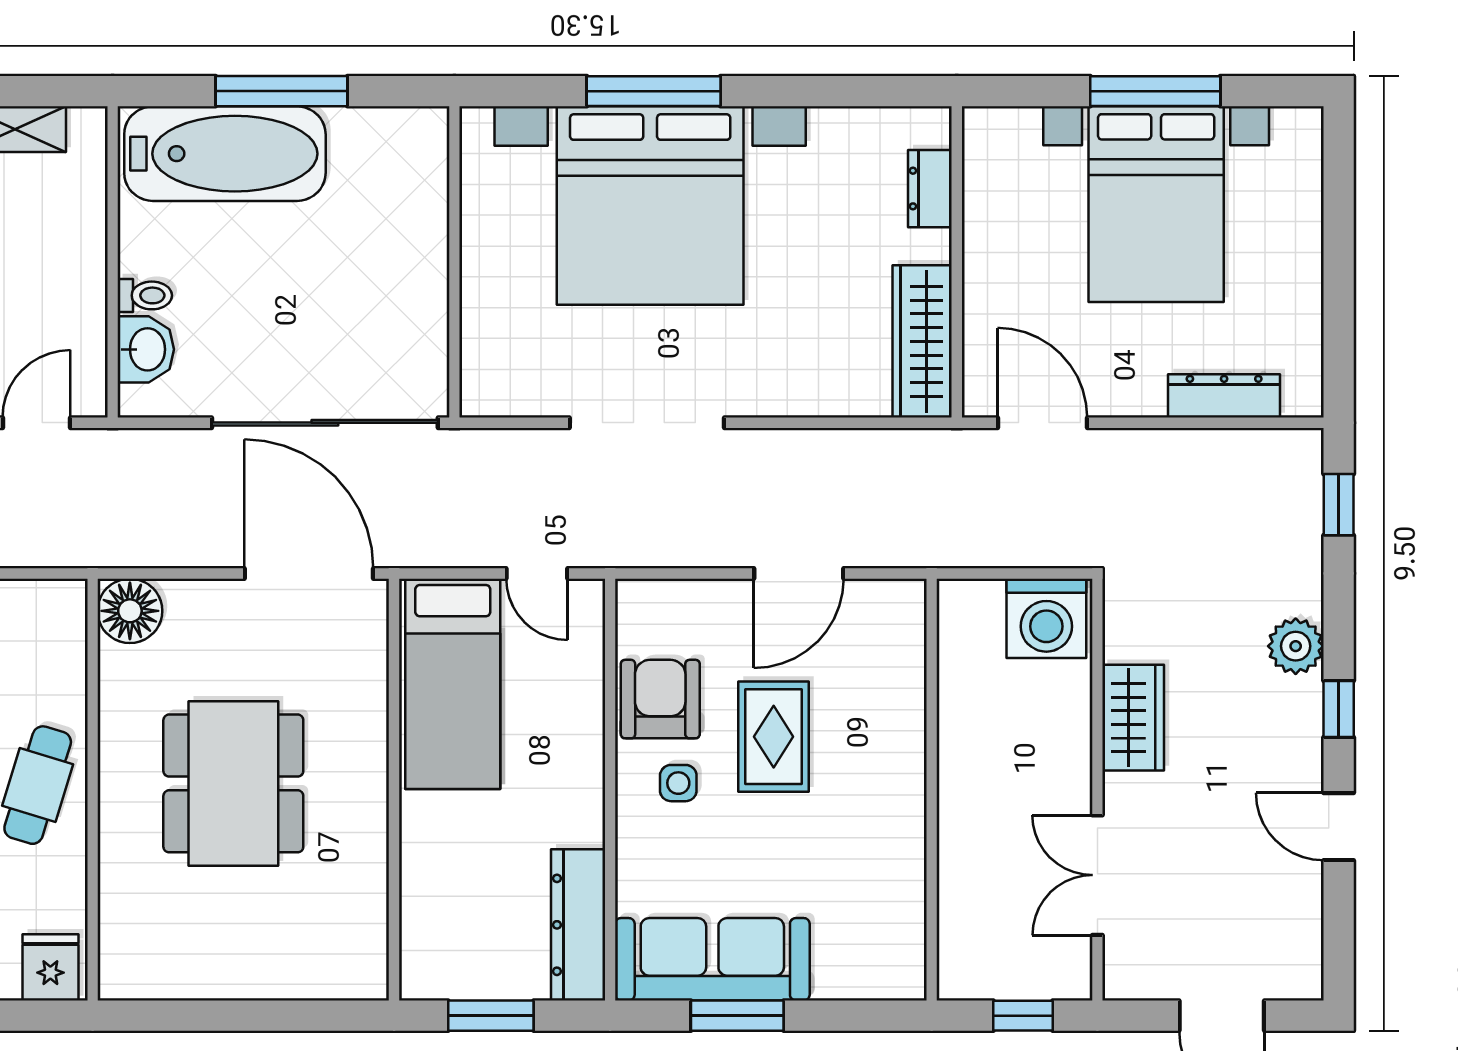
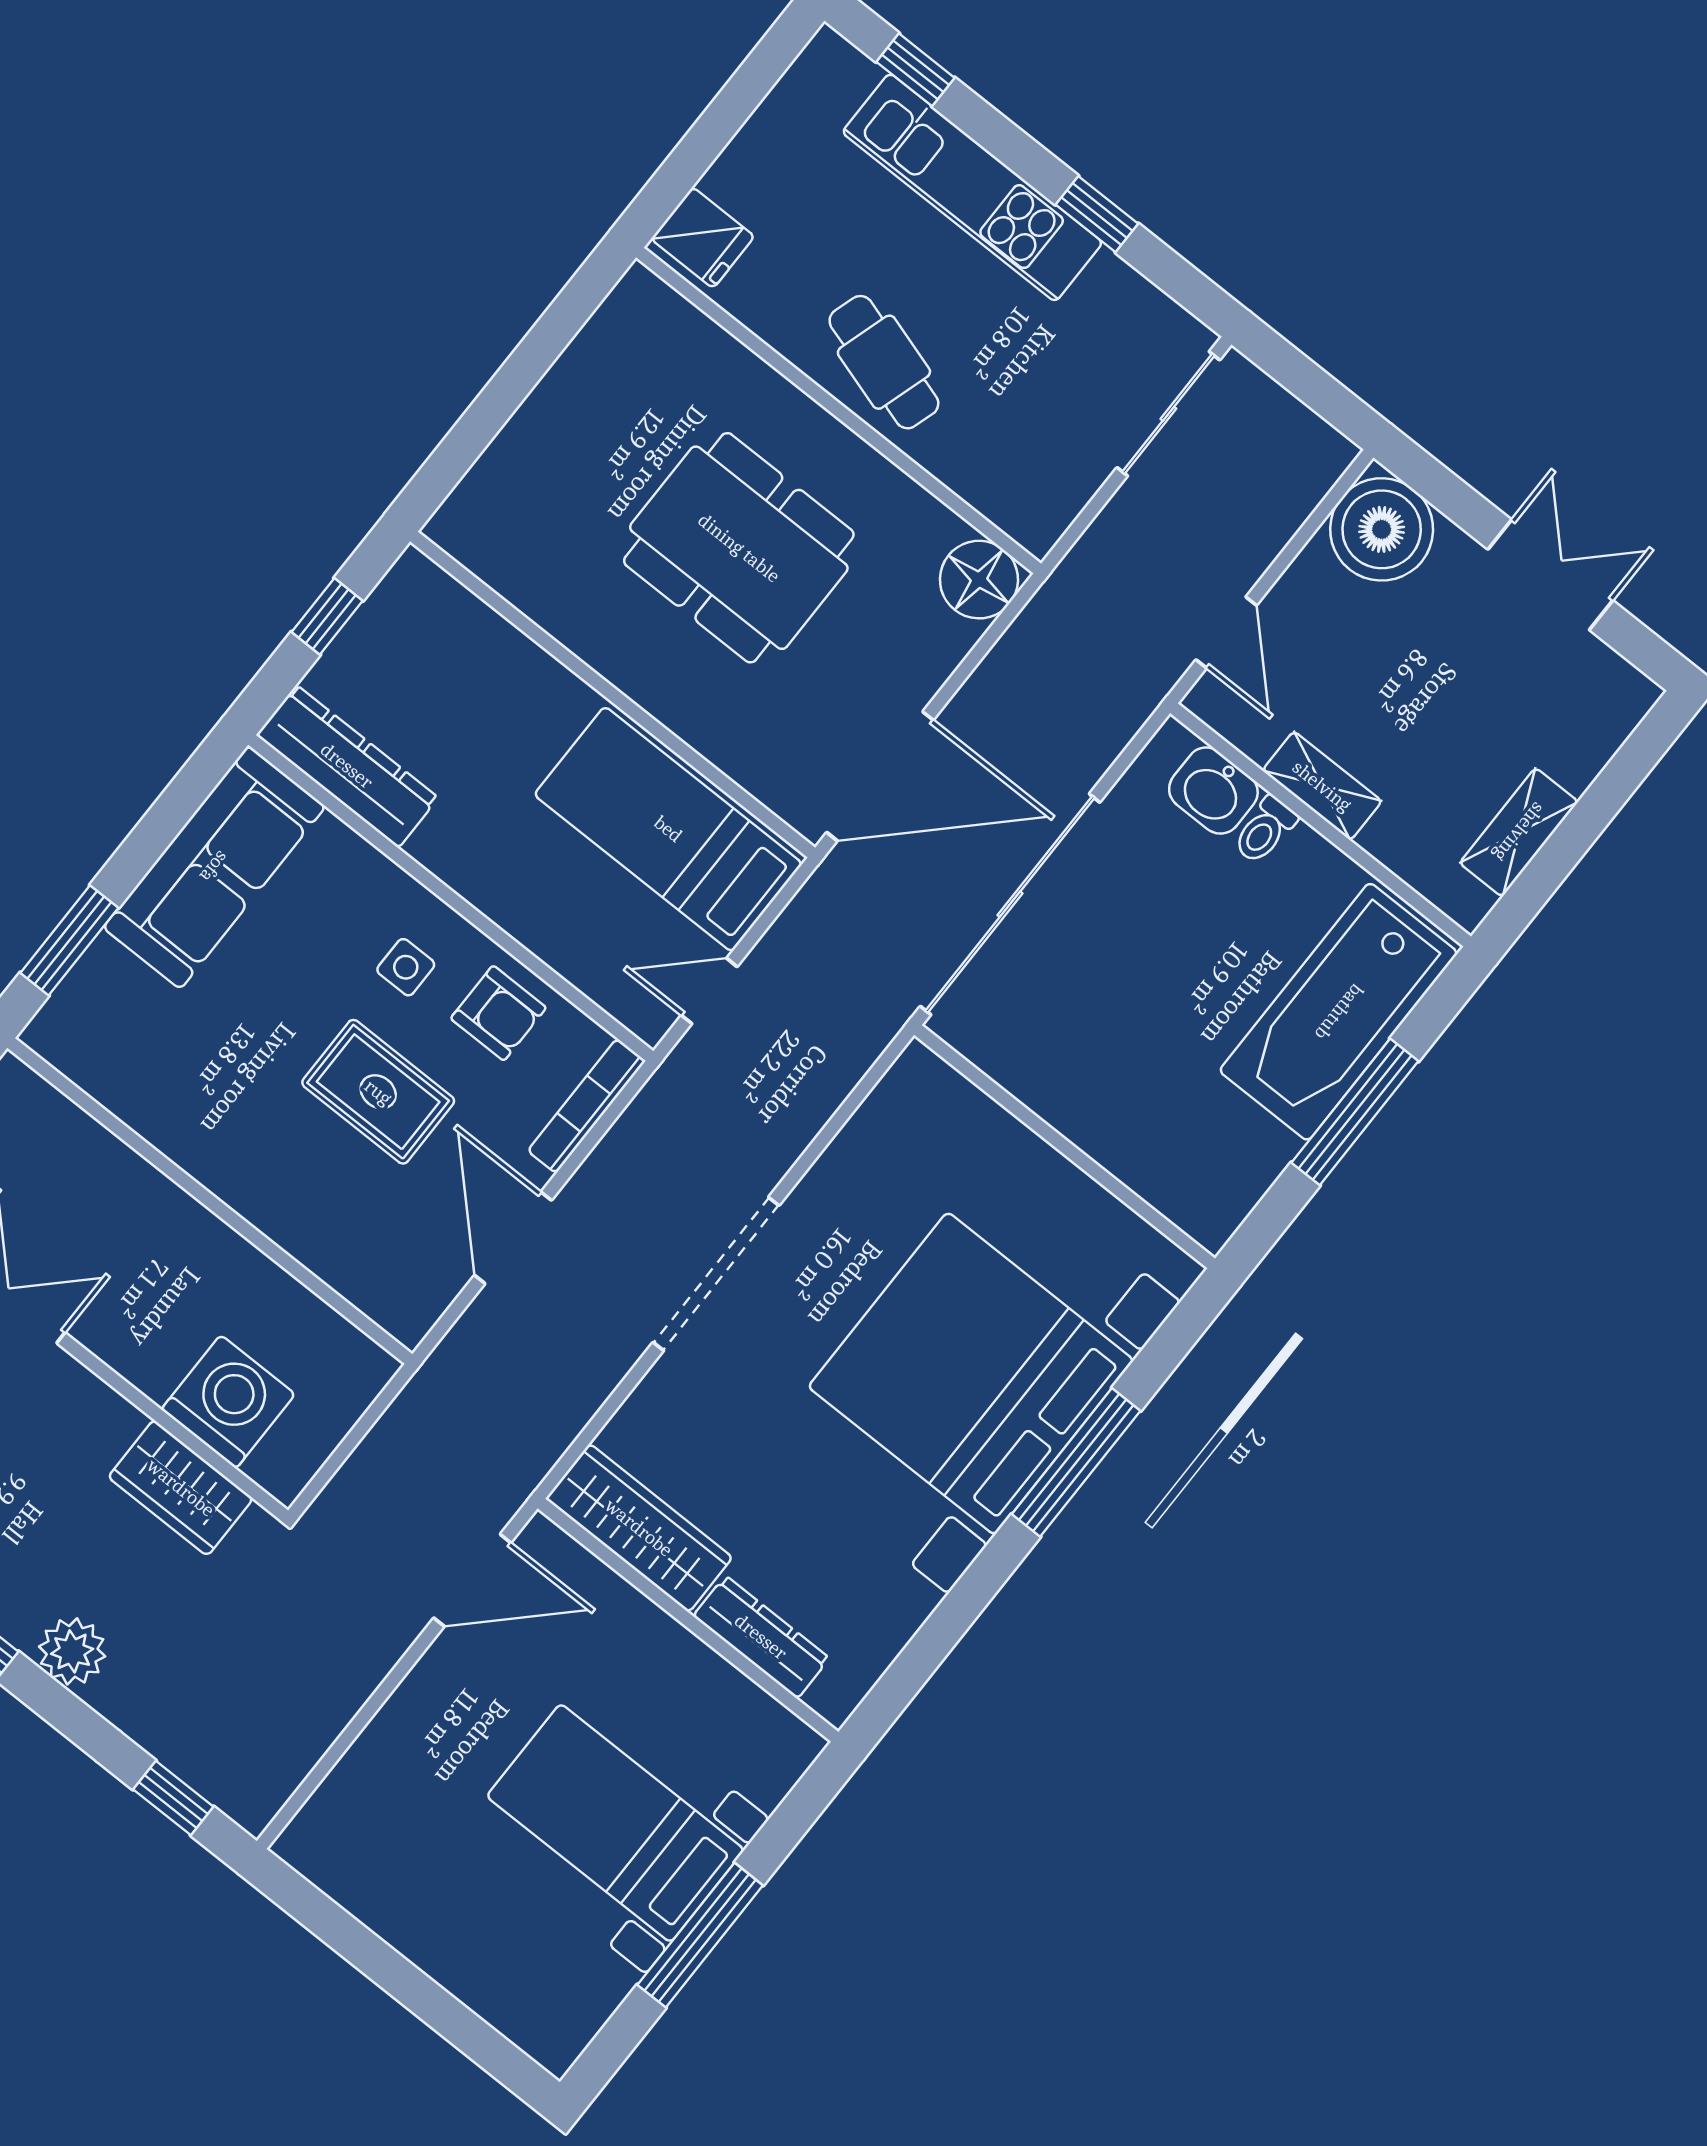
dresser: (930, 189) -> (761, 1637), width x1.44
bed with nightstands: (1156, 204) -> (615, 1823), width x0.73
shelving: (86, 281) -> (1322, 786), added
dresser: (1224, 396) -> (362, 1772), removed
doorway: (647, 423) -> (716, 1274), moved
bookcase: (675, 594) -> (587, 1106), added
washing machine: (1046, 618) -> (228, 1402), moved, turned 90
armchair: (660, 699) -> (498, 1013), width x0.72, depth x0.72
wardrobe: (1133, 718) -> (181, 1488), moved
window: (491, 1016) -> (327, 616), width x0.67
window: (737, 1016) -> (69, 940), moved

